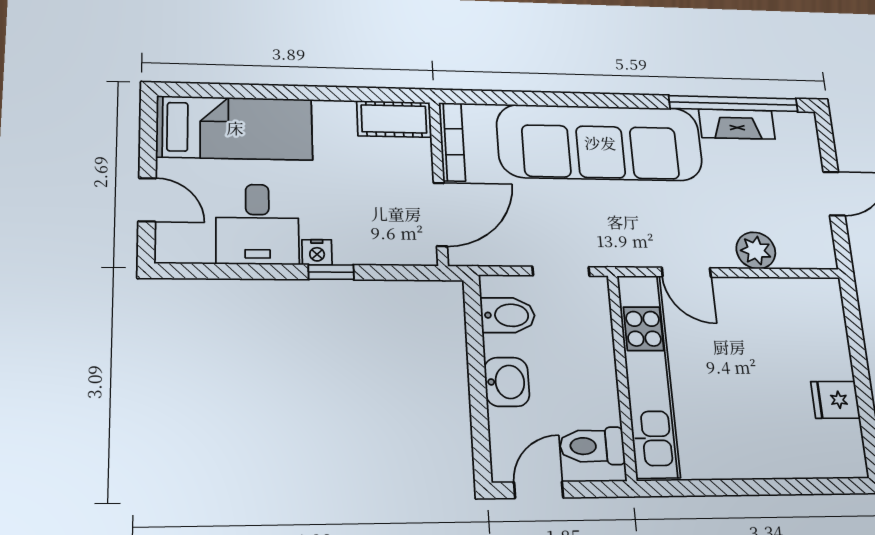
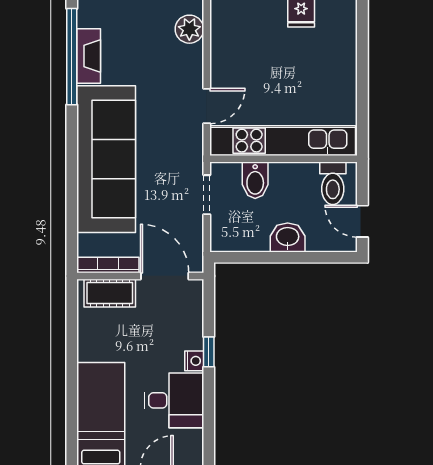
cot: (394, 119) -> (110, 293), moved, turned 90
plant: (756, 250) -> (189, 29), moved
bidet: (508, 315) -> (255, 180), moved, turned 180

